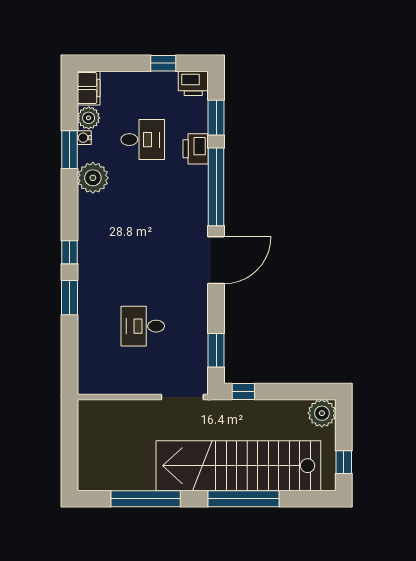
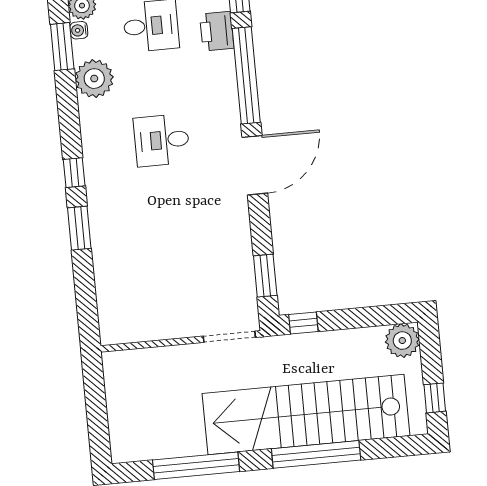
desk: (143, 326) -> (162, 140), moved

